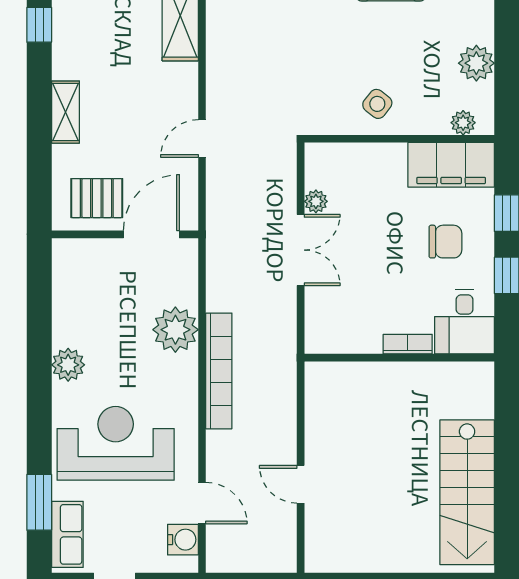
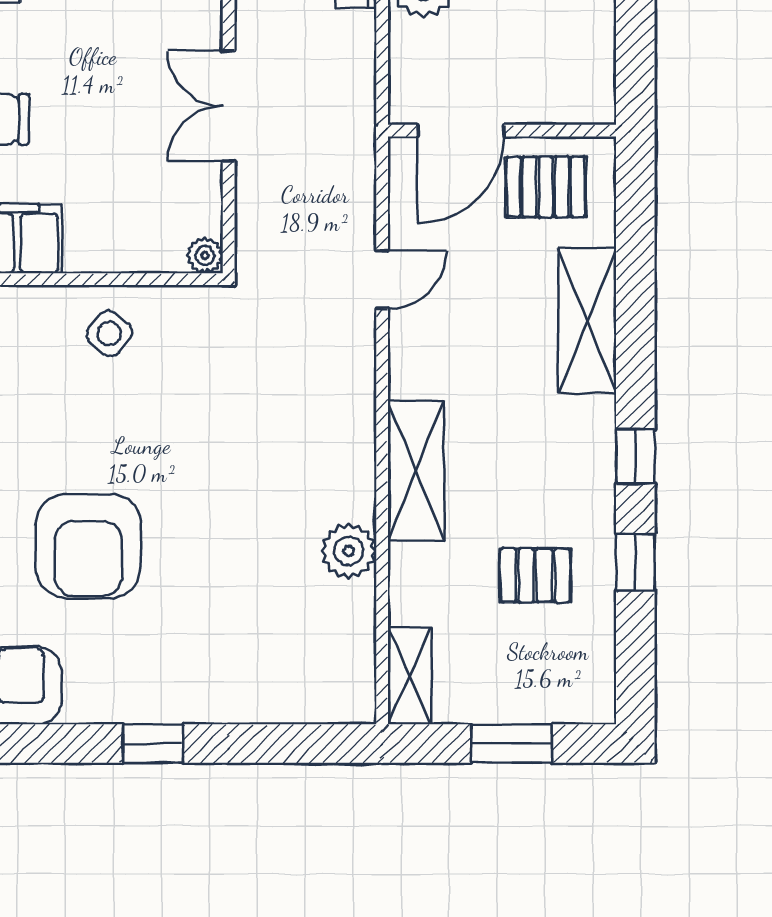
shelving: (65, 112) -> (587, 321), width x1.50, depth x1.33
plant: (316, 201) -> (205, 255), moved

